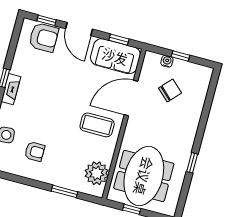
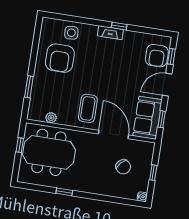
water cooler: (167, 61) -> (142, 197), moved
armchair: (35, 152) -> (60, 58), width x1.88, depth x1.88
plant: (97, 173) -> (51, 118), width x0.53, depth x0.53

